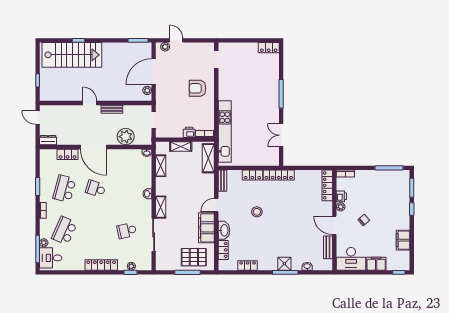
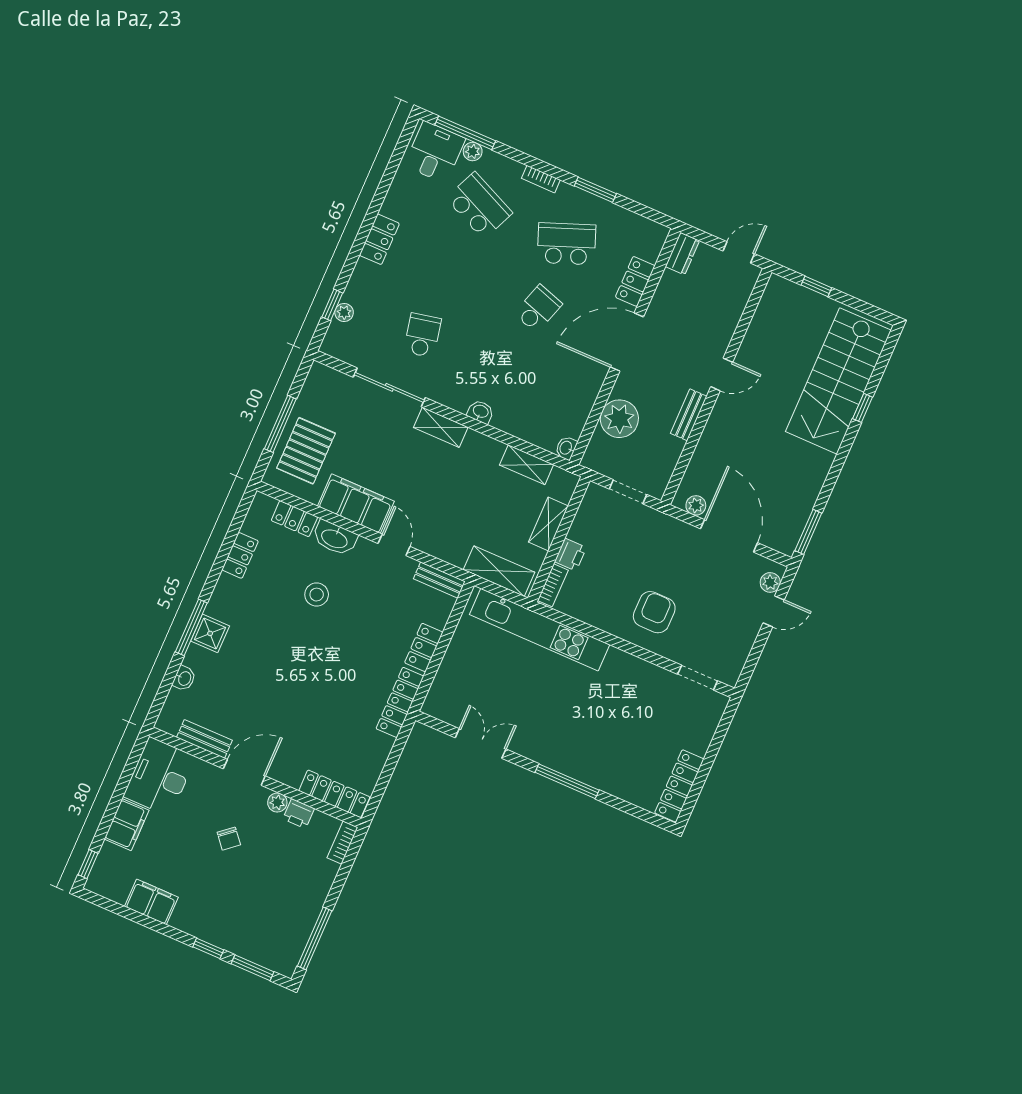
locker: (269, 48) -> (679, 786), width x1.53
school desk: (64, 189) -> (566, 244), turned -36
stool: (257, 212) -> (317, 595), moved
locker: (101, 265) -> (379, 239), width x0.66

